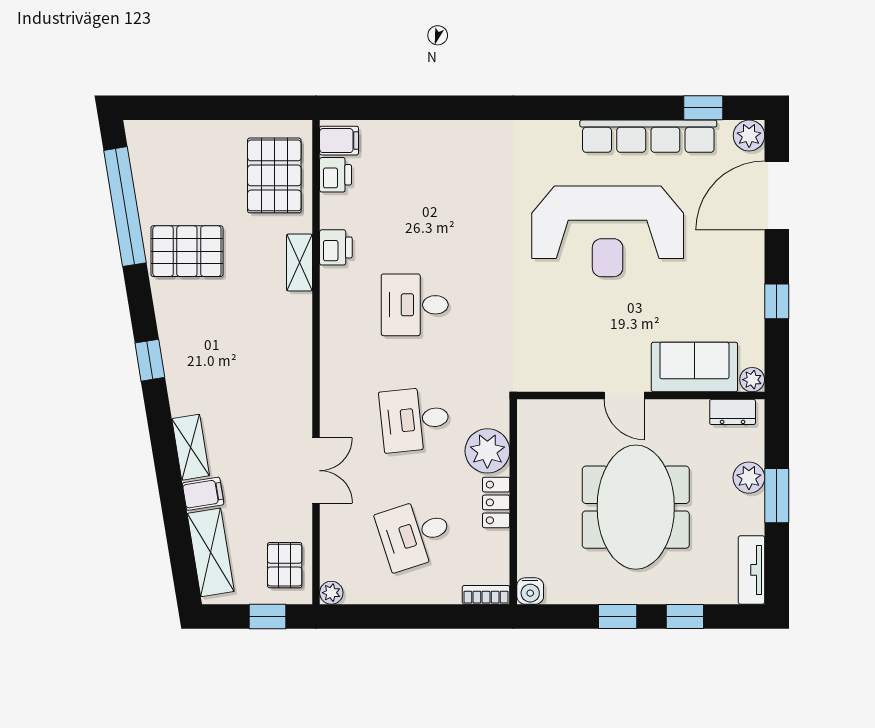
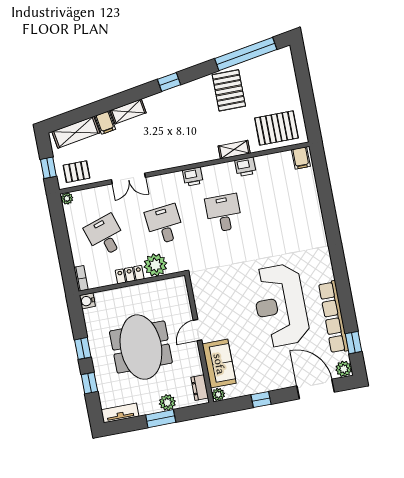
printer: (336, 175) -> (193, 177), moved
meeting table: (636, 507) -> (141, 347), turned 90

